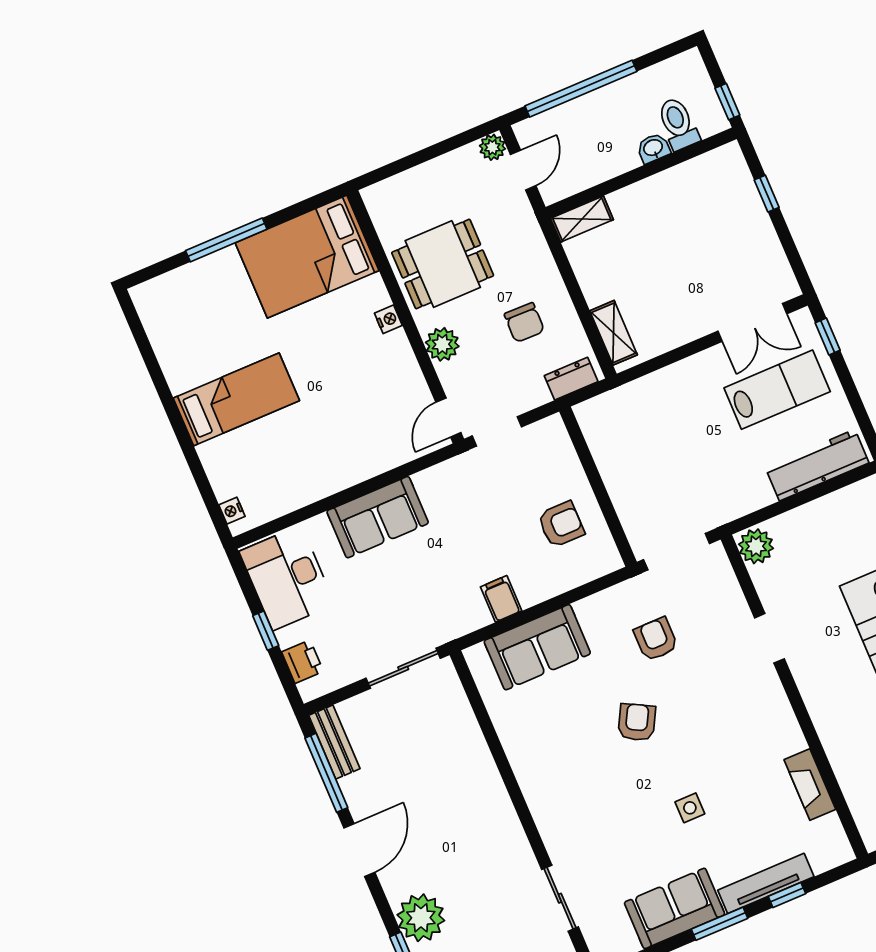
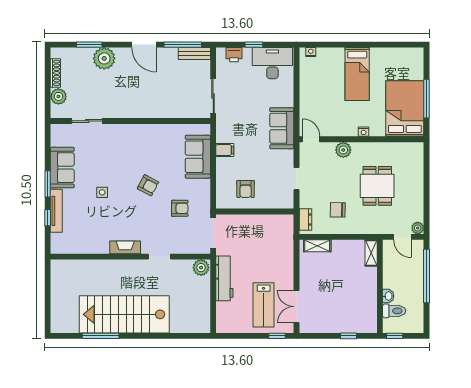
bed: (307, 257) -> (405, 108), moved
wall: (406, 317) -> (362, 139), moved
nightstand: (388, 319) -> (364, 132), moved
plant: (442, 344) -> (343, 150), moved
door: (448, 417) -> (311, 139), moved
workbench: (817, 465) -> (224, 278), moved
sofa: (378, 517) -> (282, 128), moved
fireplace: (810, 785) -> (125, 247), moved

